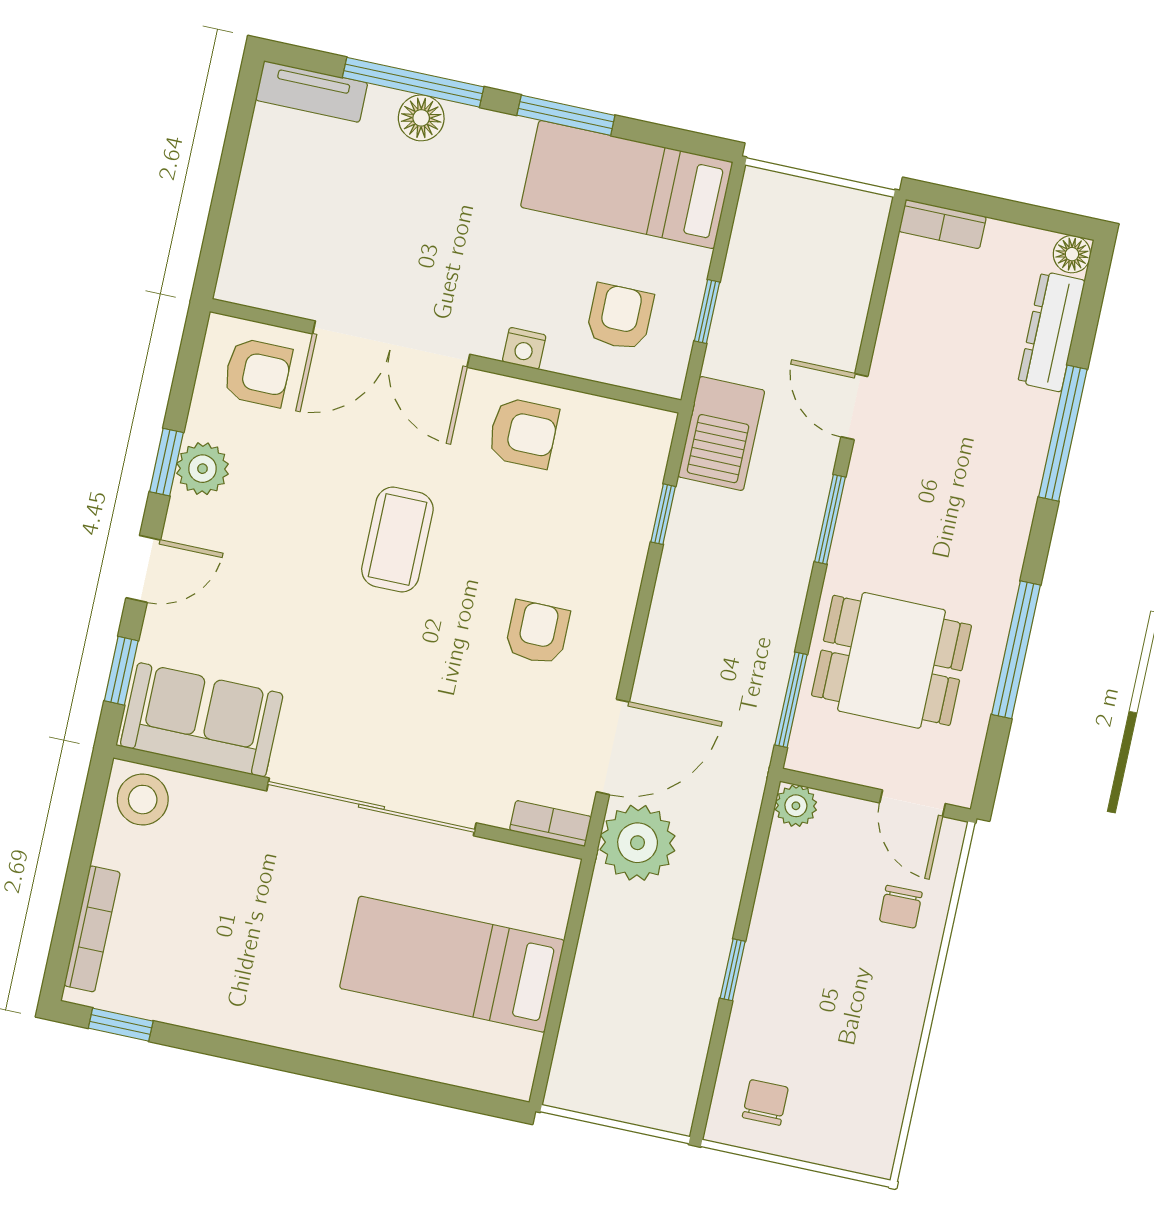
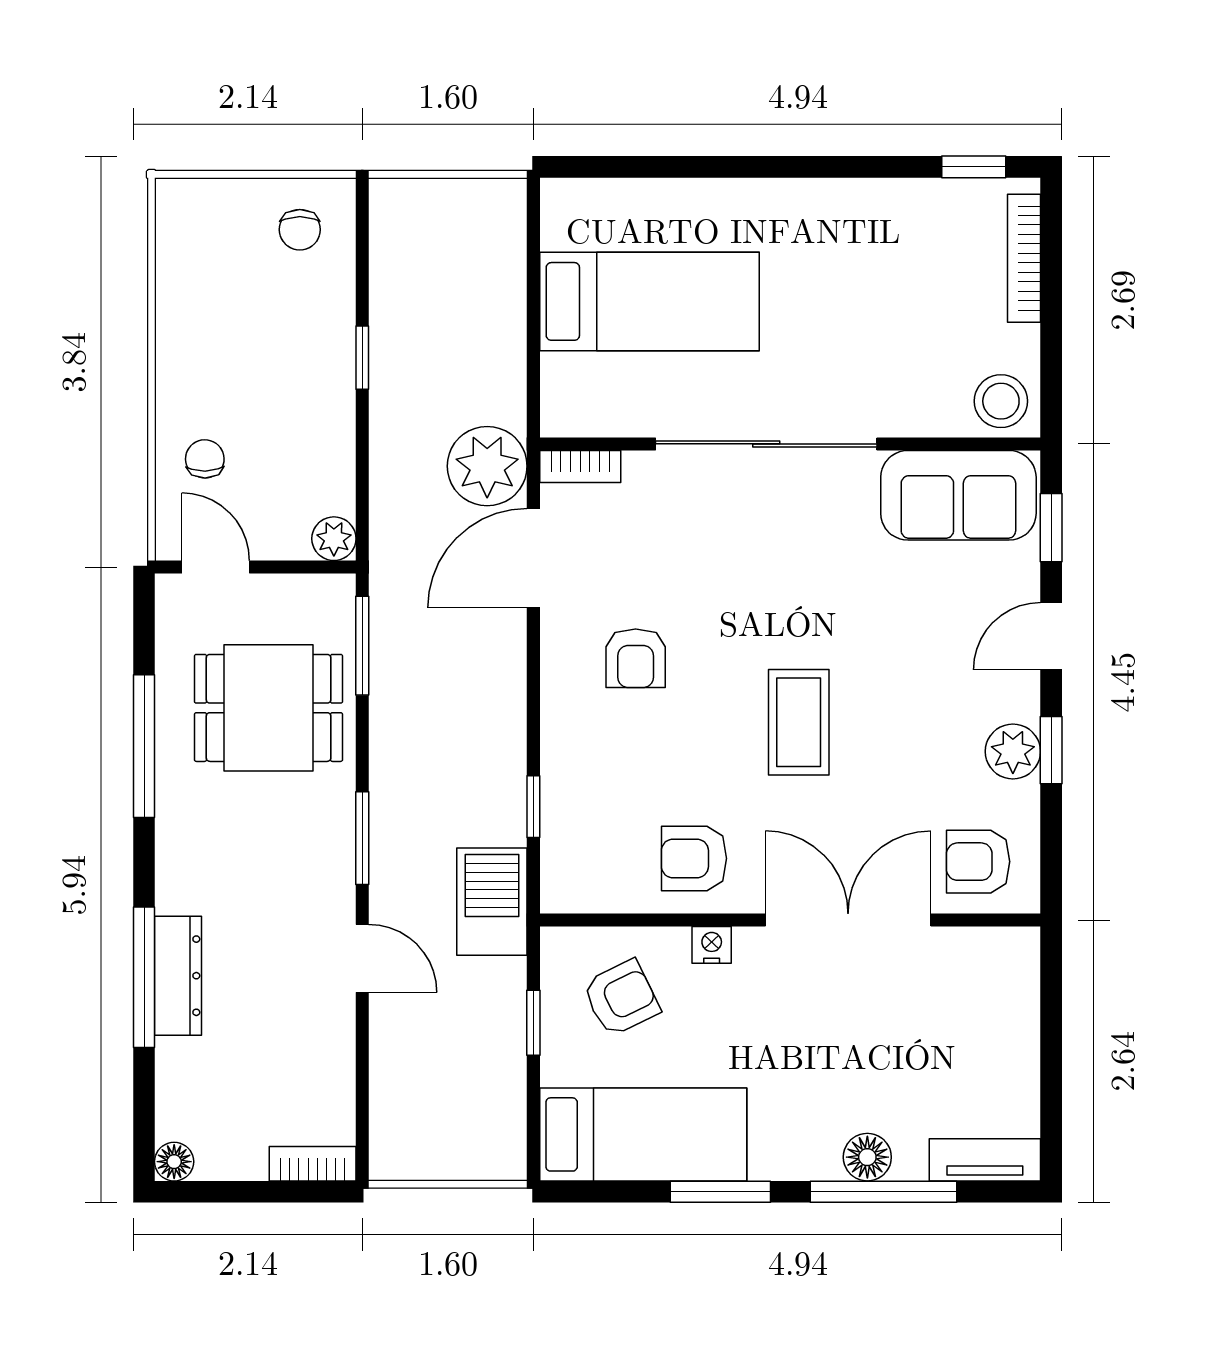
armchair: (620, 317) -> (621, 998), turned -116
dresser: (1051, 332) -> (178, 976), moved

